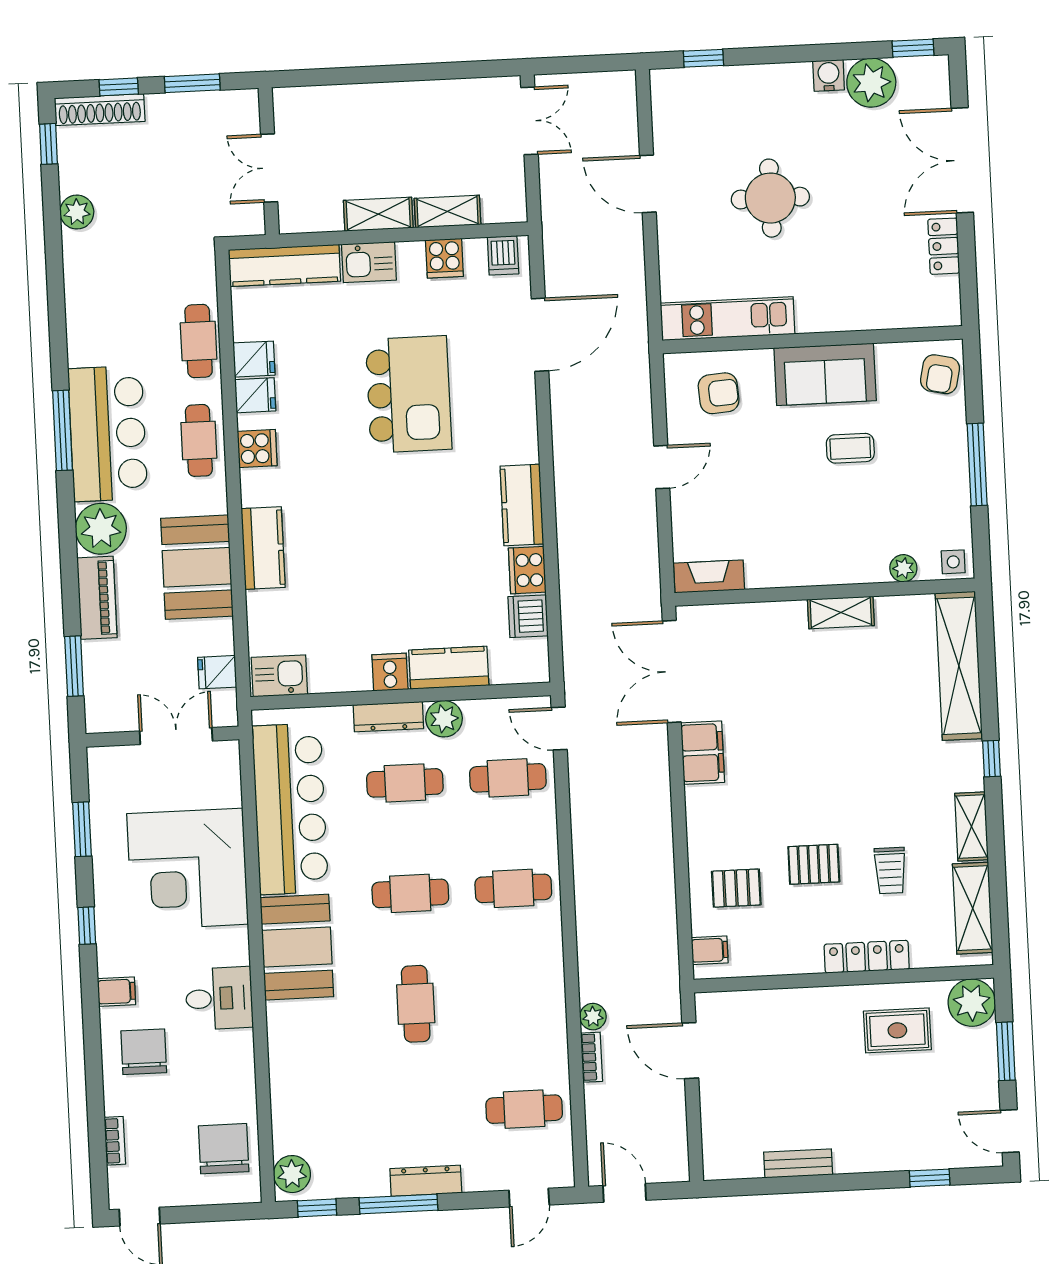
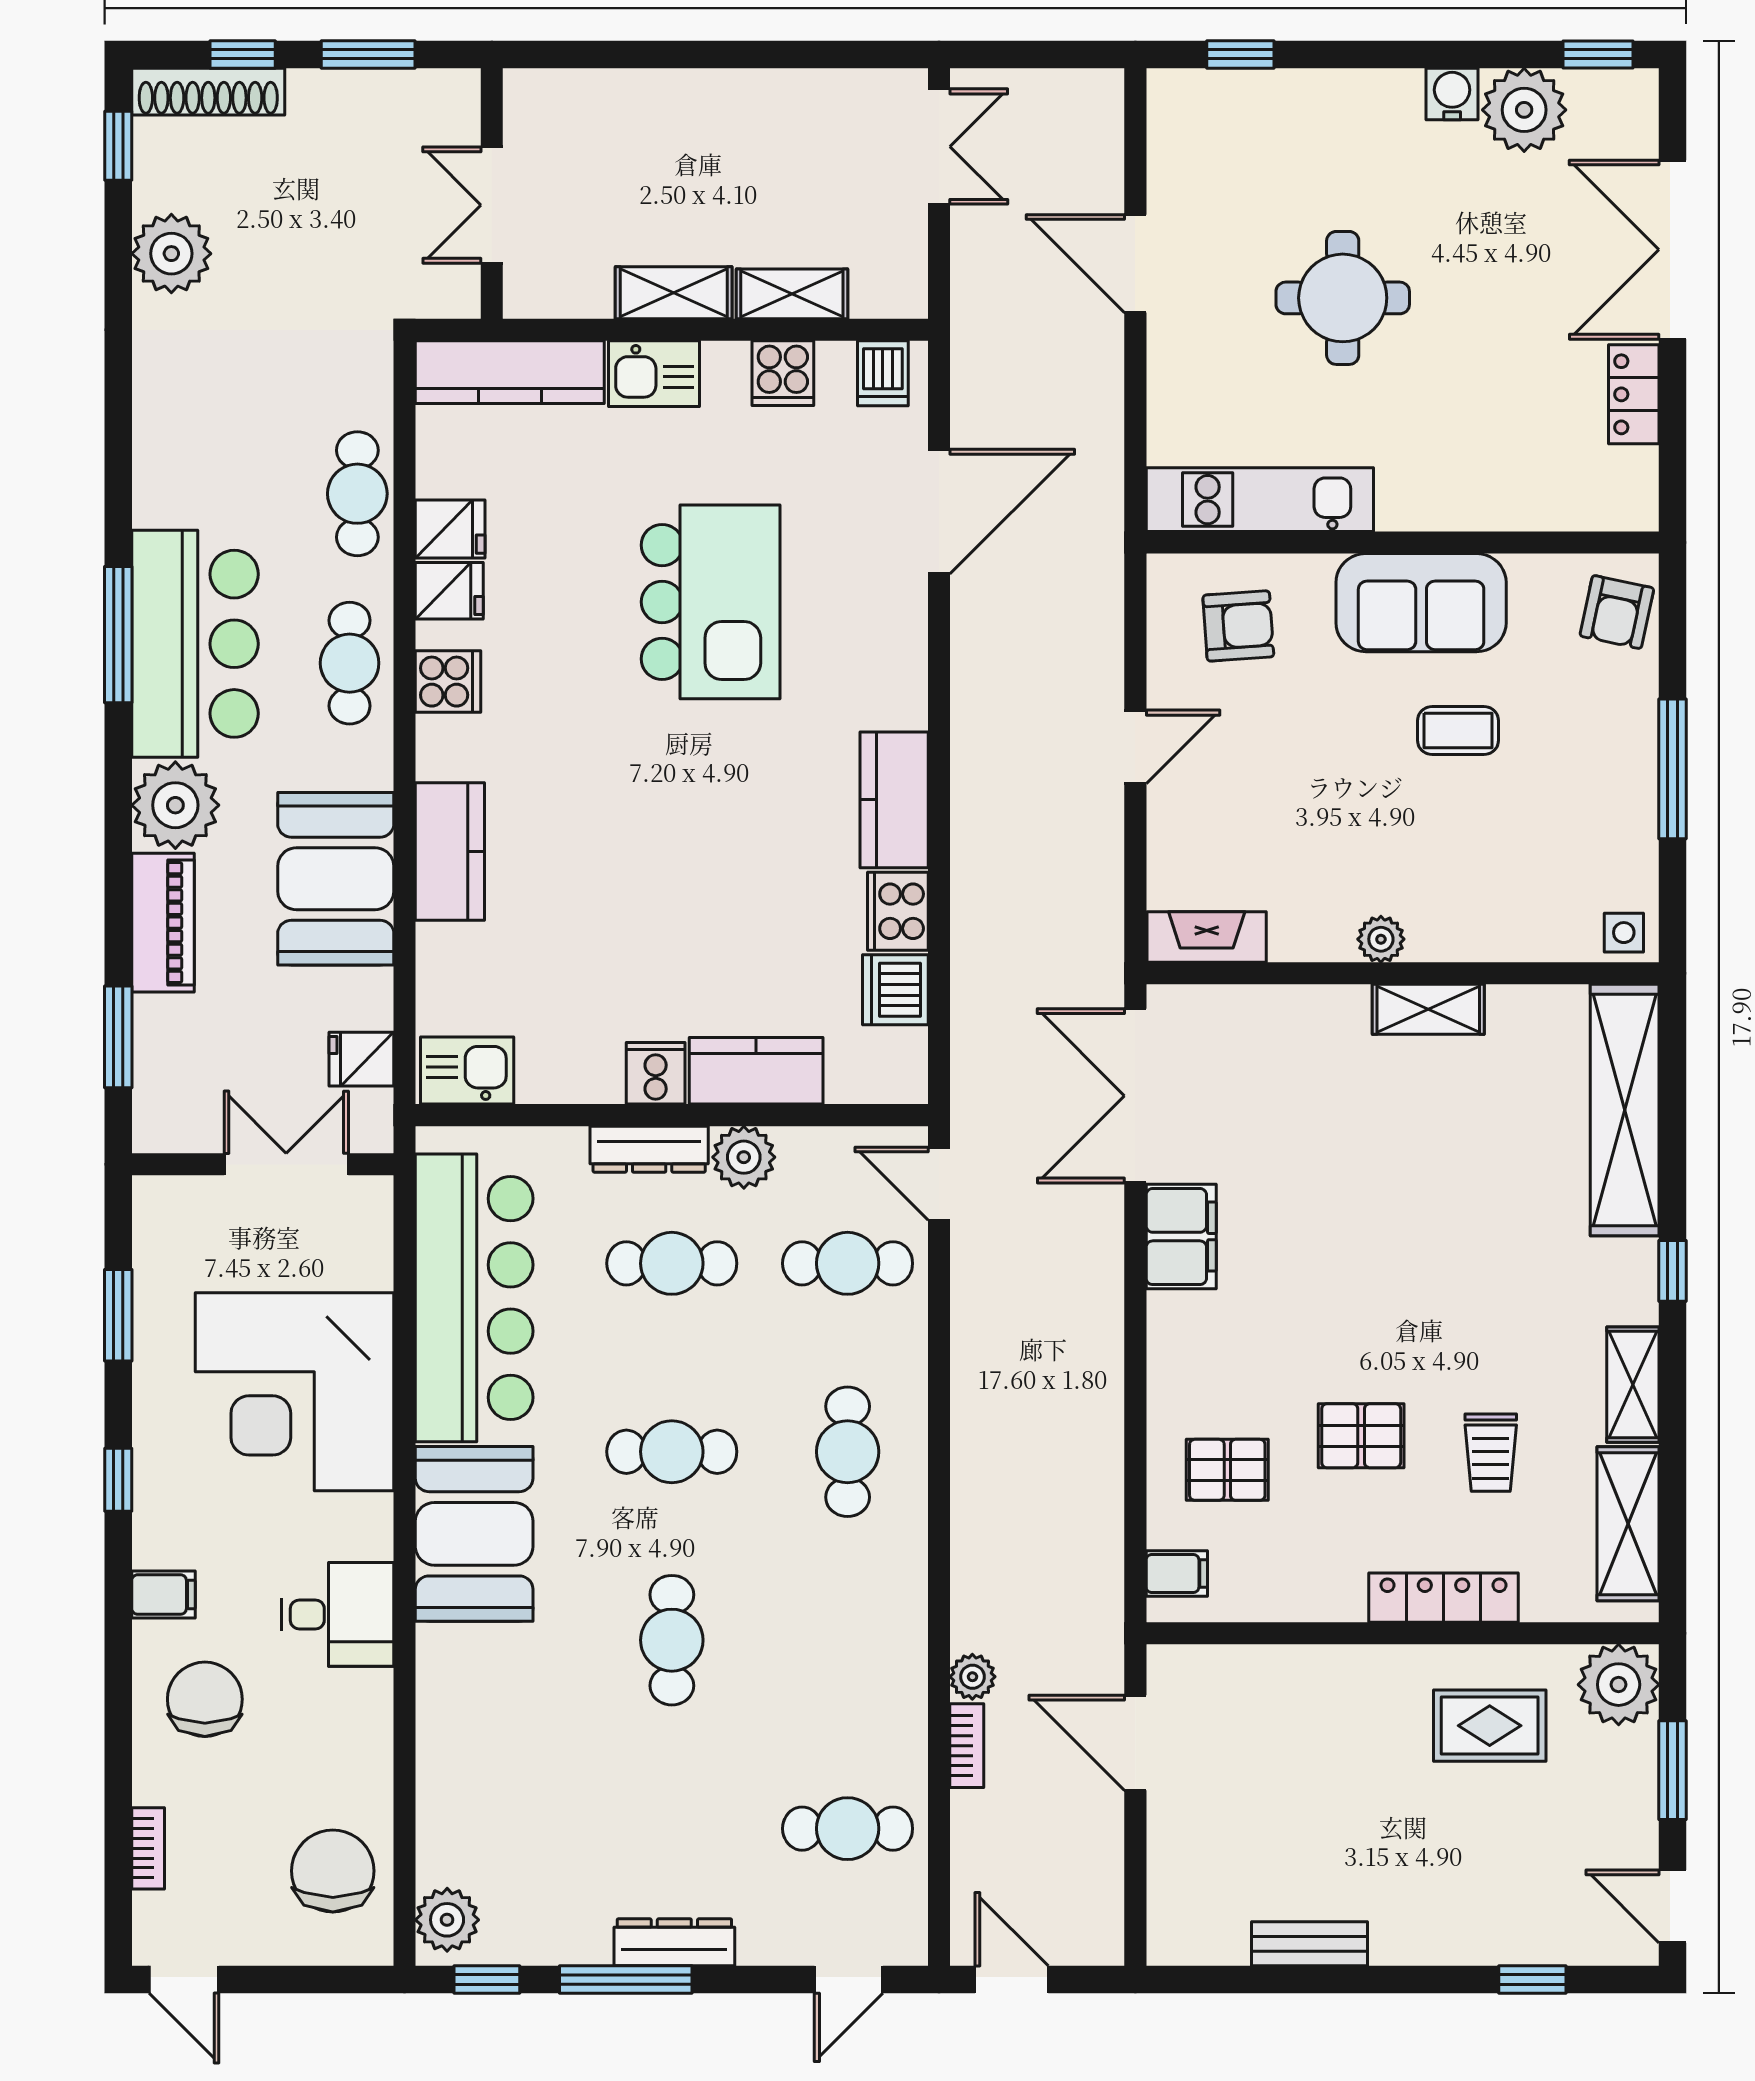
plant: (77, 212) -> (171, 254), width x1.36, depth x1.36
plant: (903, 568) -> (1381, 939), moved
cafe table: (513, 888) -> (848, 1452), turned 90

